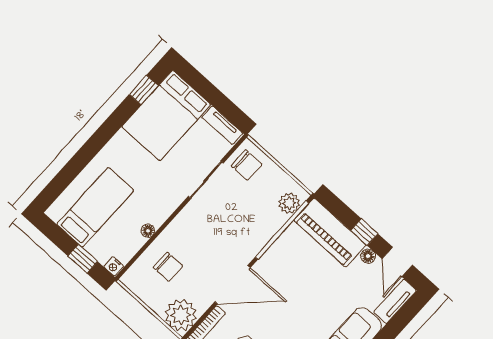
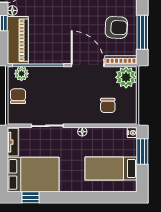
chair: (247, 165) -> (18, 96), moved
floor lamp: (148, 231) -> (82, 132), moved
window: (83, 259) -> (142, 152), width x1.50
chair: (168, 267) -> (108, 105), turned 180

